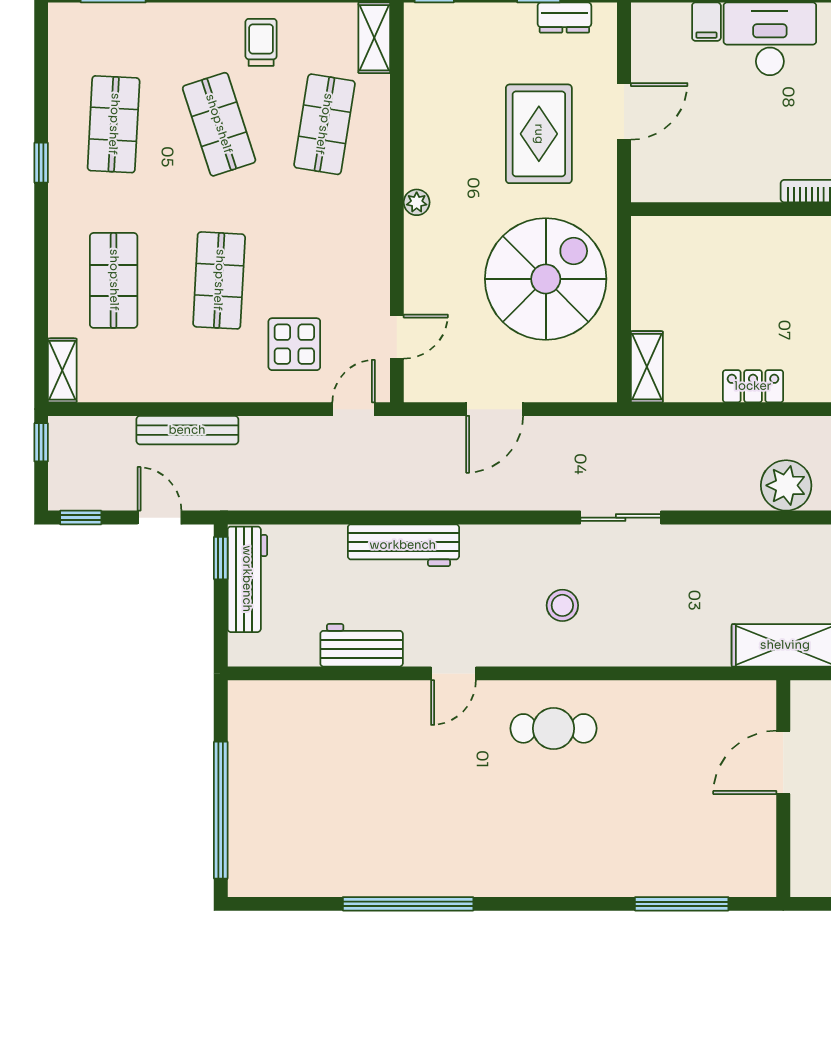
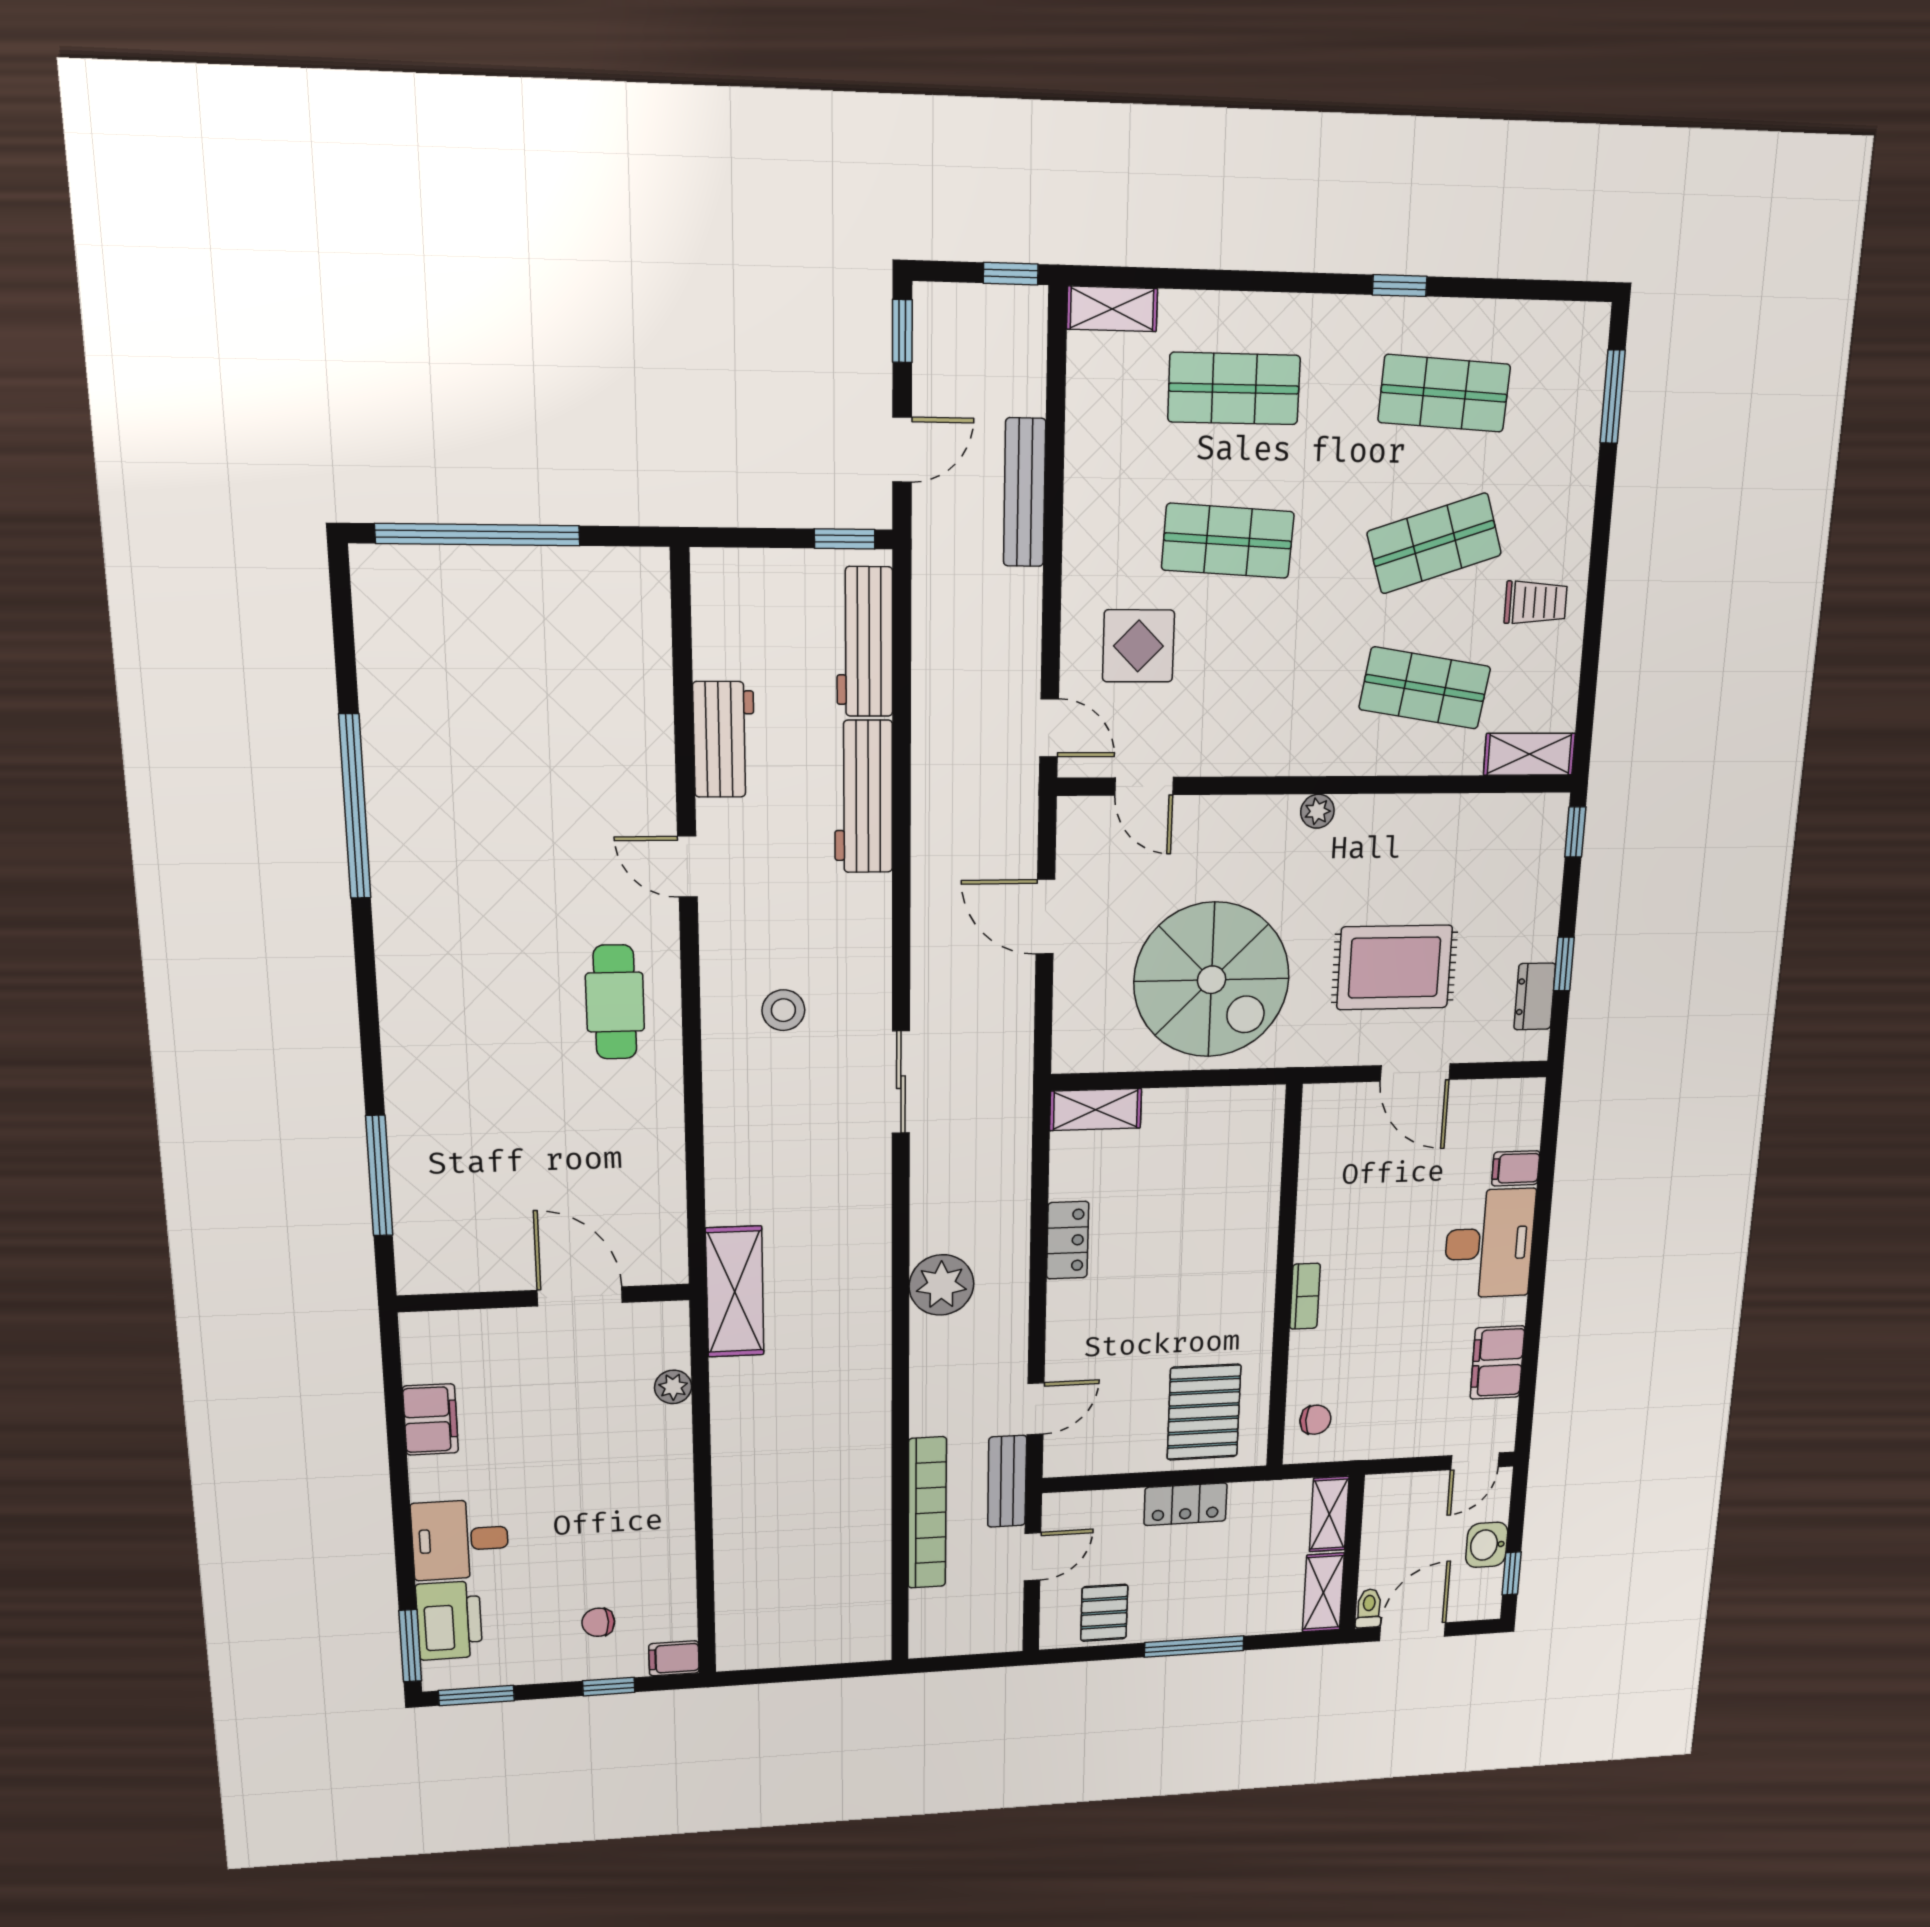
workbench: (247, 579) -> (865, 642), moved, turned 90

